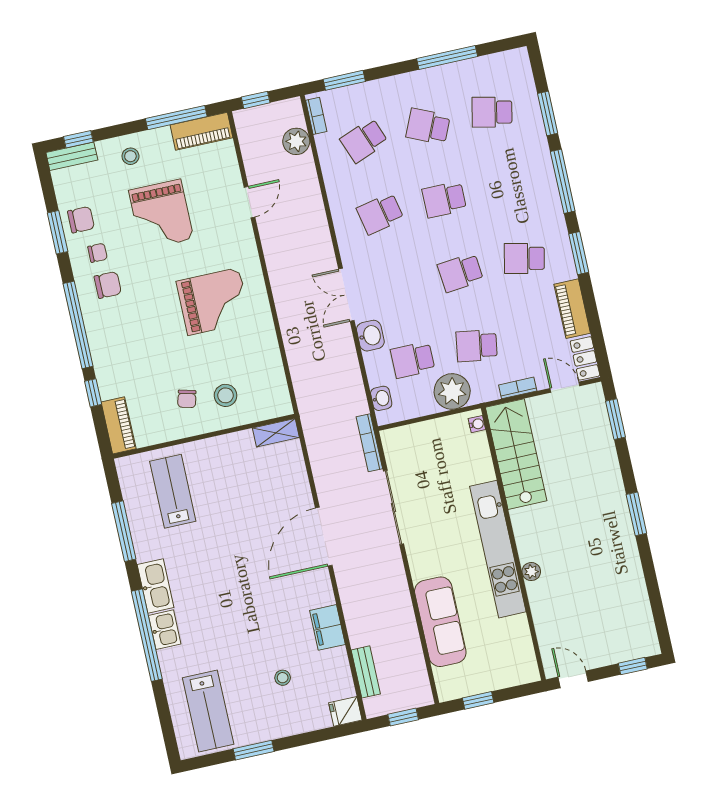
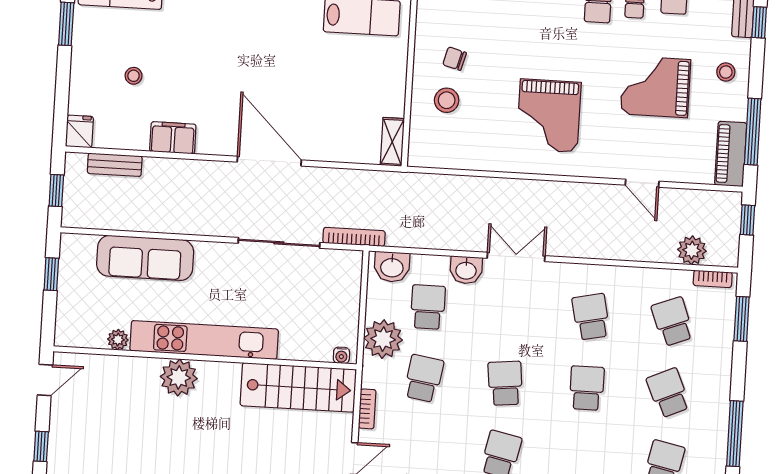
school desk: (428, 126) -> (668, 393), turned -48
washbasin: (381, 398) -> (392, 267), width x1.38, depth x1.45
plant: (531, 572) -> (179, 378), width x1.88, depth x1.88
plant: (519, 625) -> (118, 340), added

